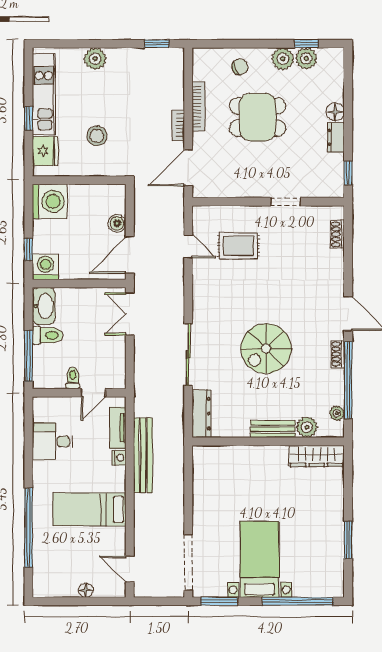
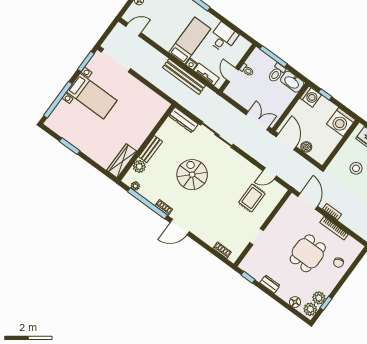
plant: (283, 59) -> (310, 309), moved
floor lamp: (335, 112) -> (295, 302), moved
bed: (89, 509) -> (190, 41), moved

